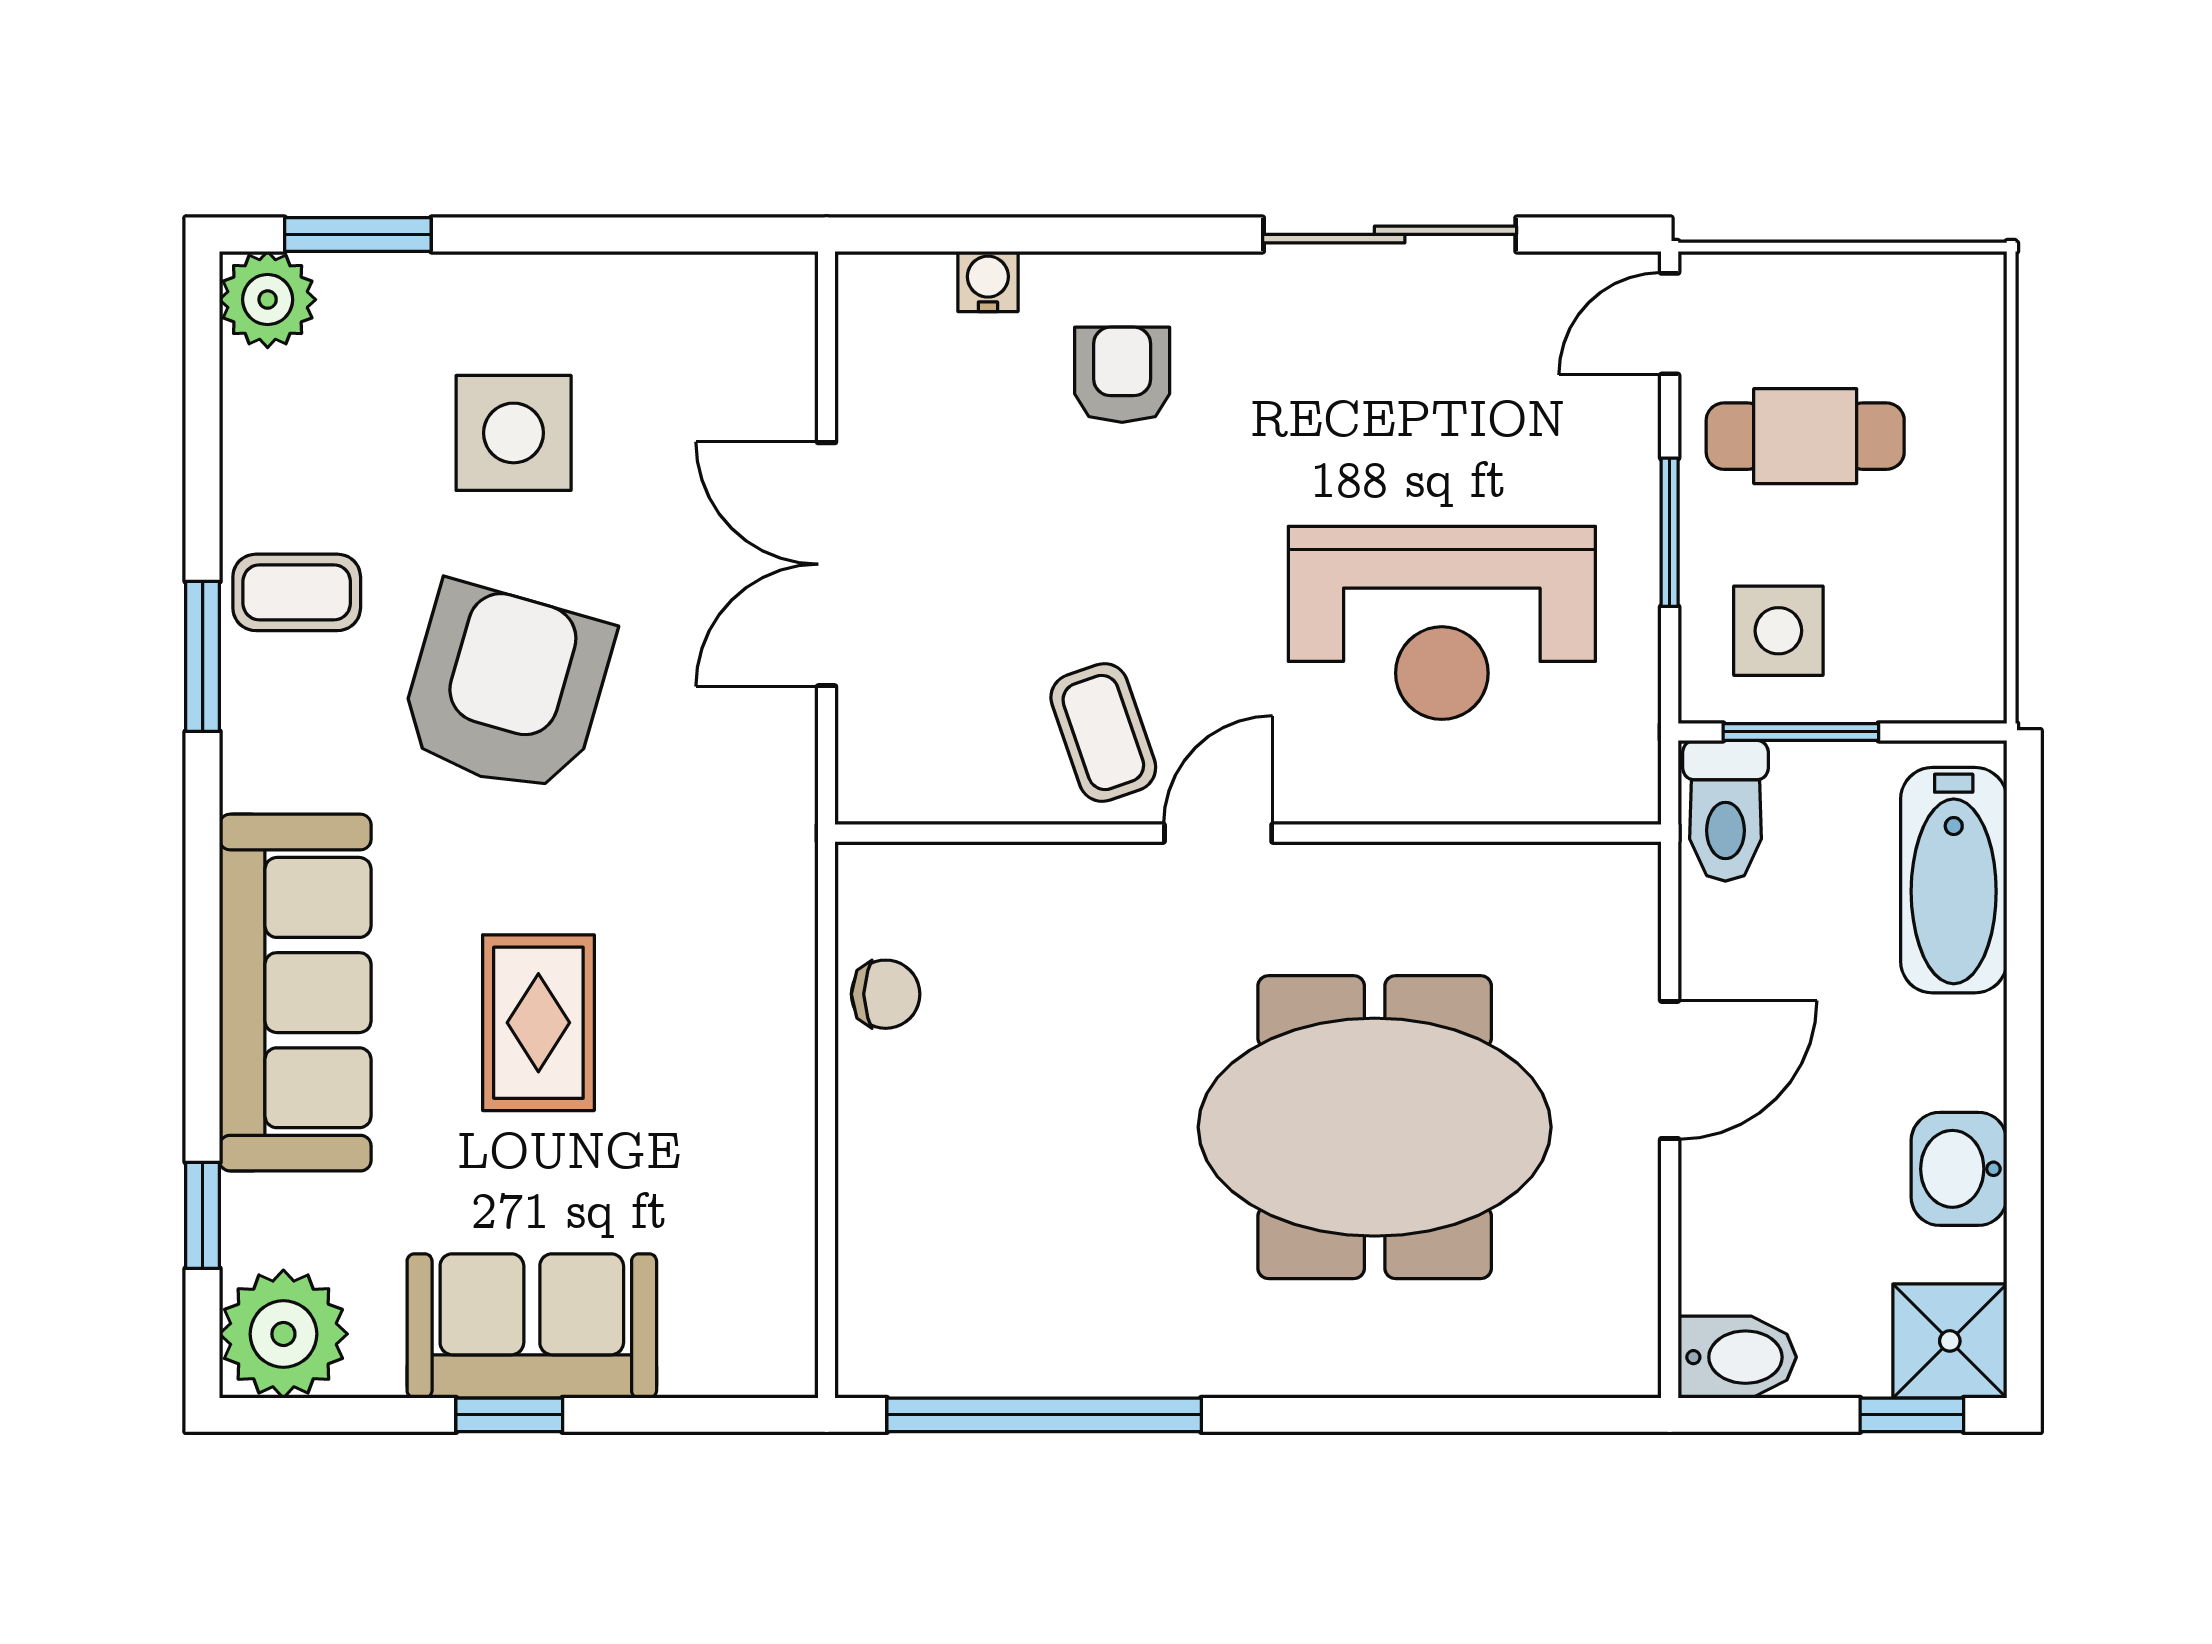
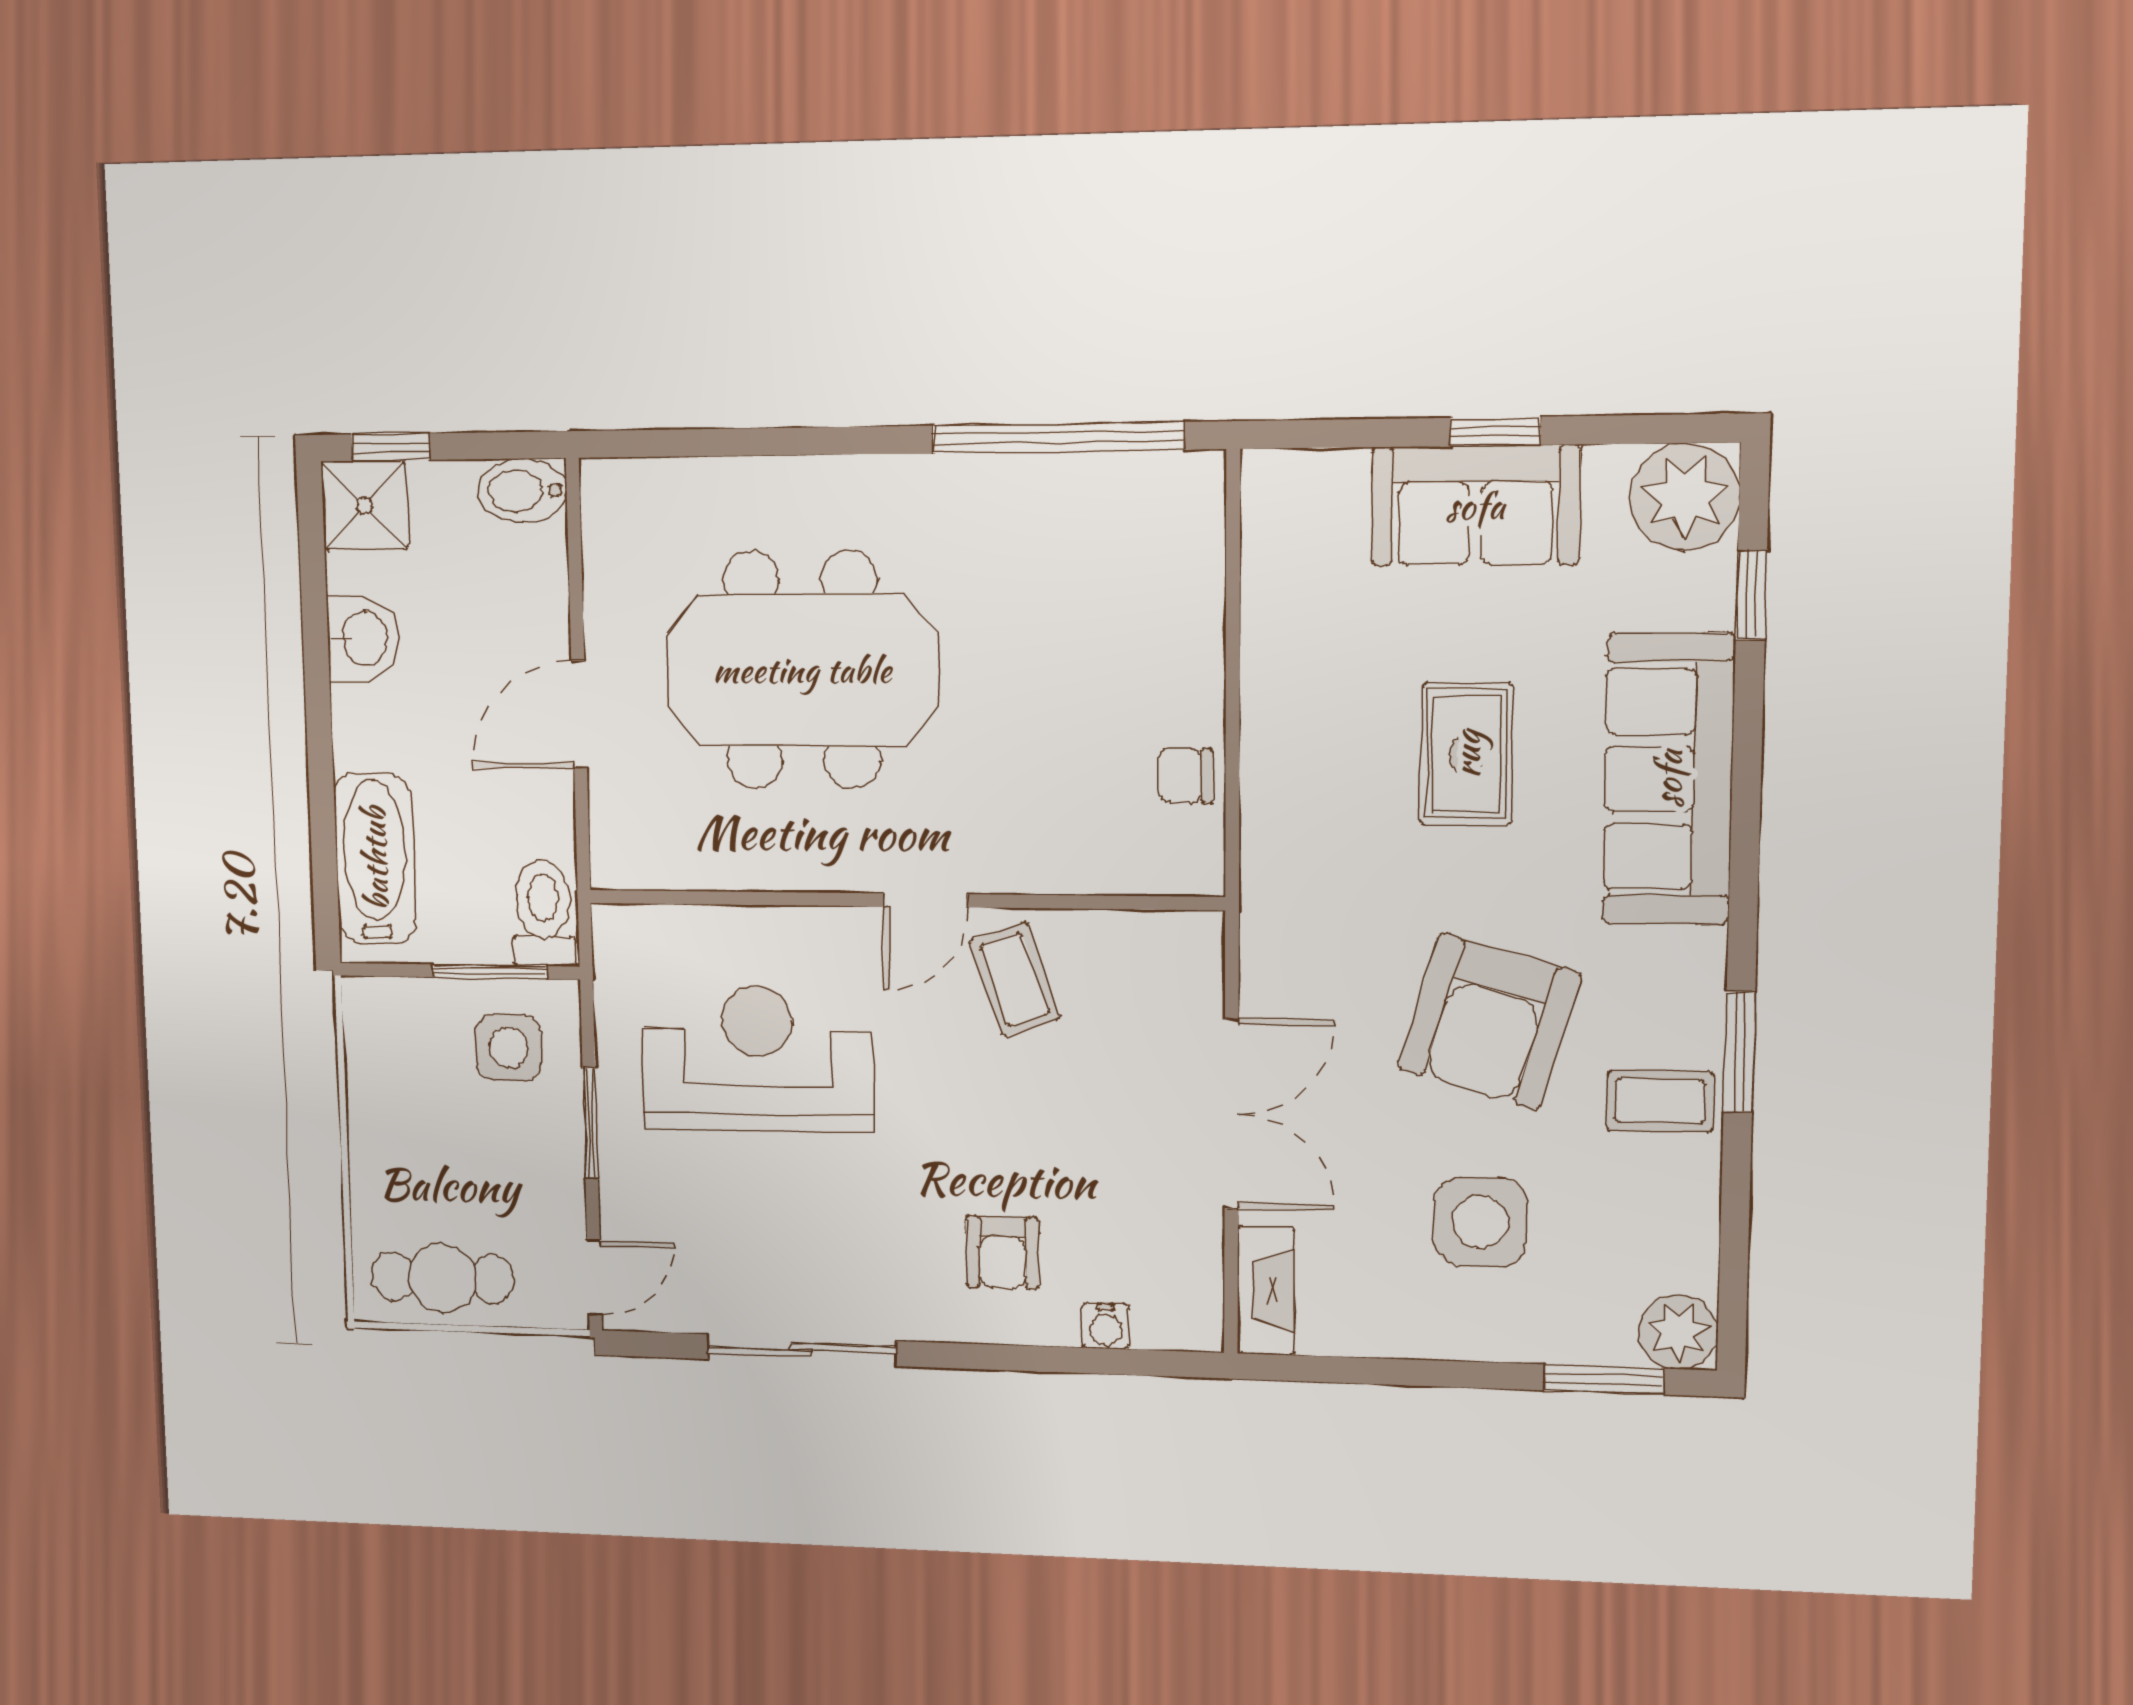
fireplace: (782, 335) -> (1266, 1290), added
cafe table: (1805, 436) -> (443, 1278), moved

